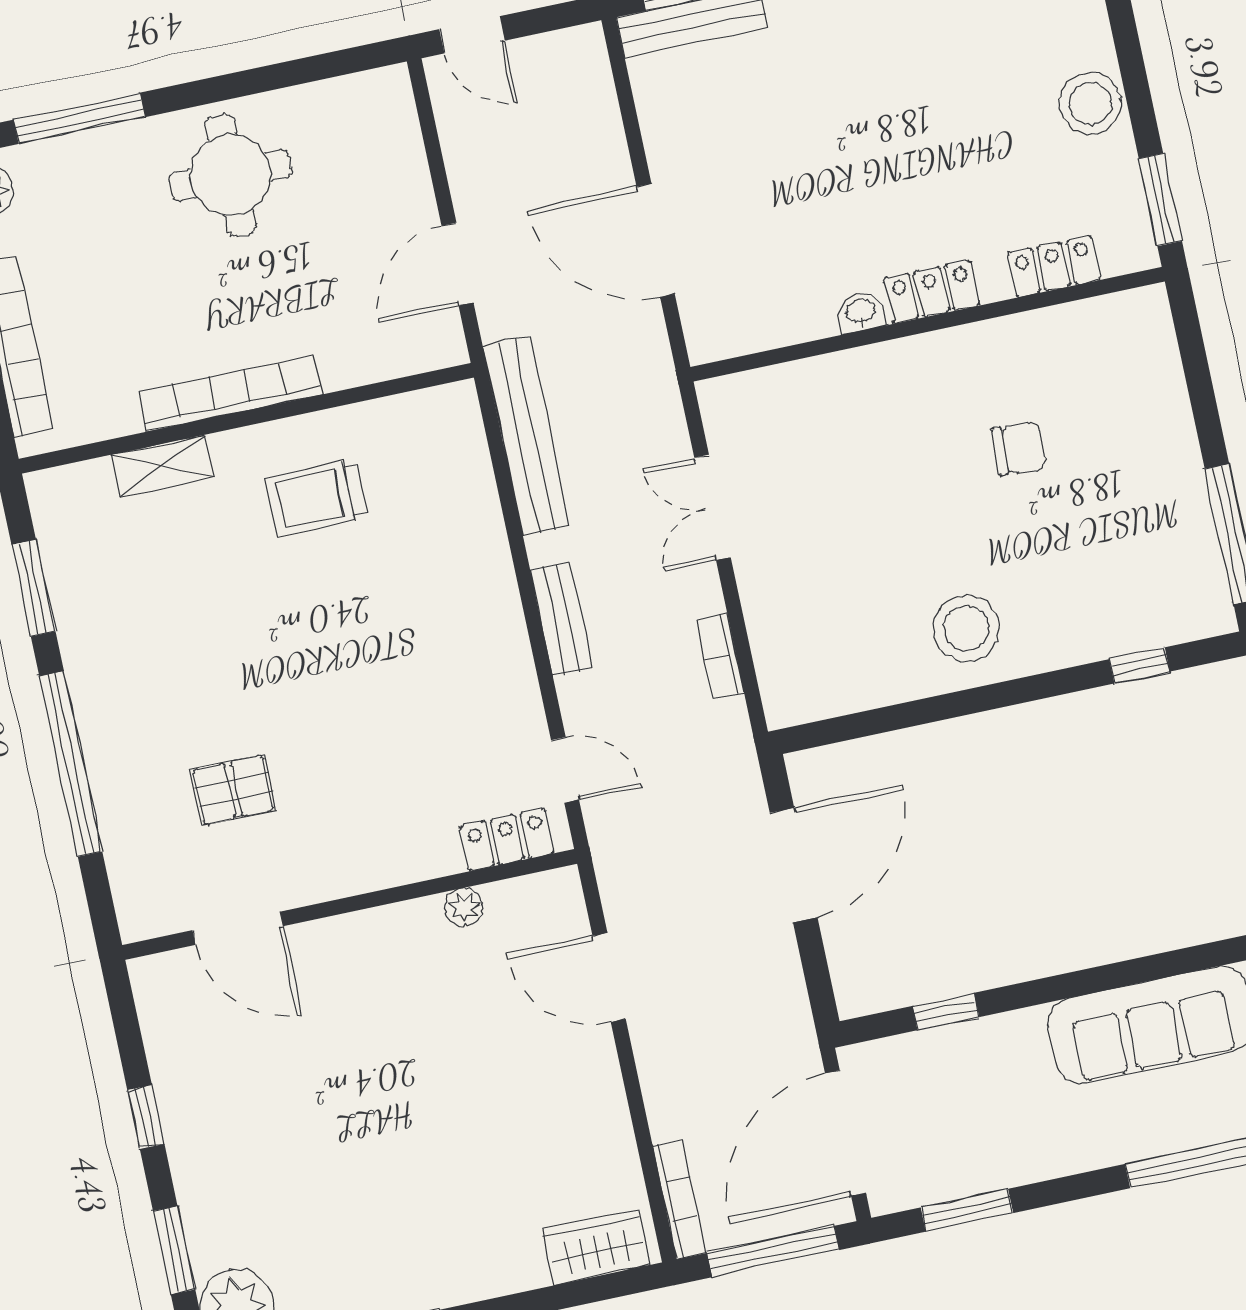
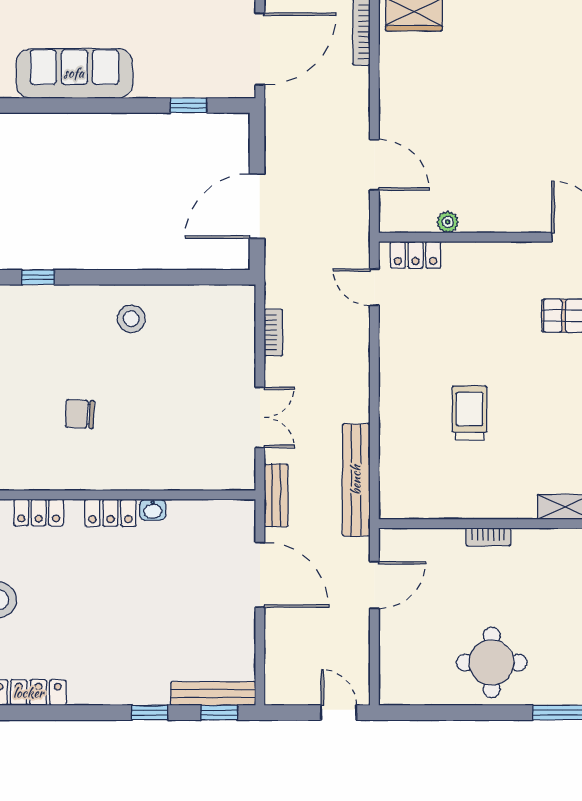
bookcase: (230, 393) -> (488, 537), width x0.43, depth x0.76
trolley: (316, 497) -> (469, 413), moved, turned -90
bench: (562, 620) -> (276, 496), moved
stool: (966, 629) -> (131, 319), width x0.73, depth x0.73

